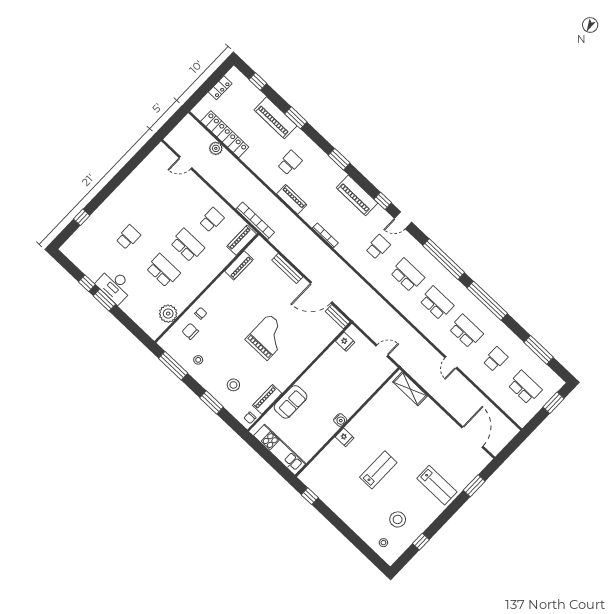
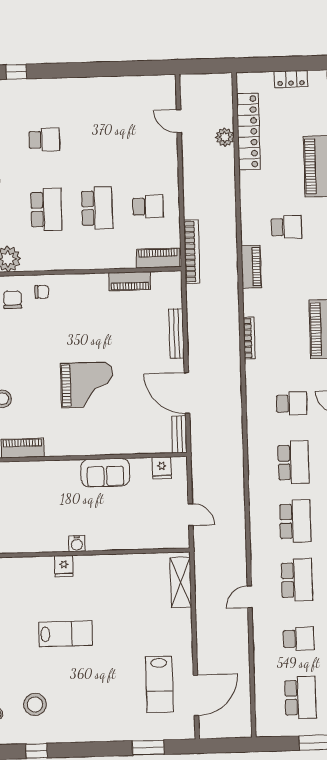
sofa: (291, 402) -> (105, 473), moved
lab bench: (437, 485) -> (159, 684), moved

